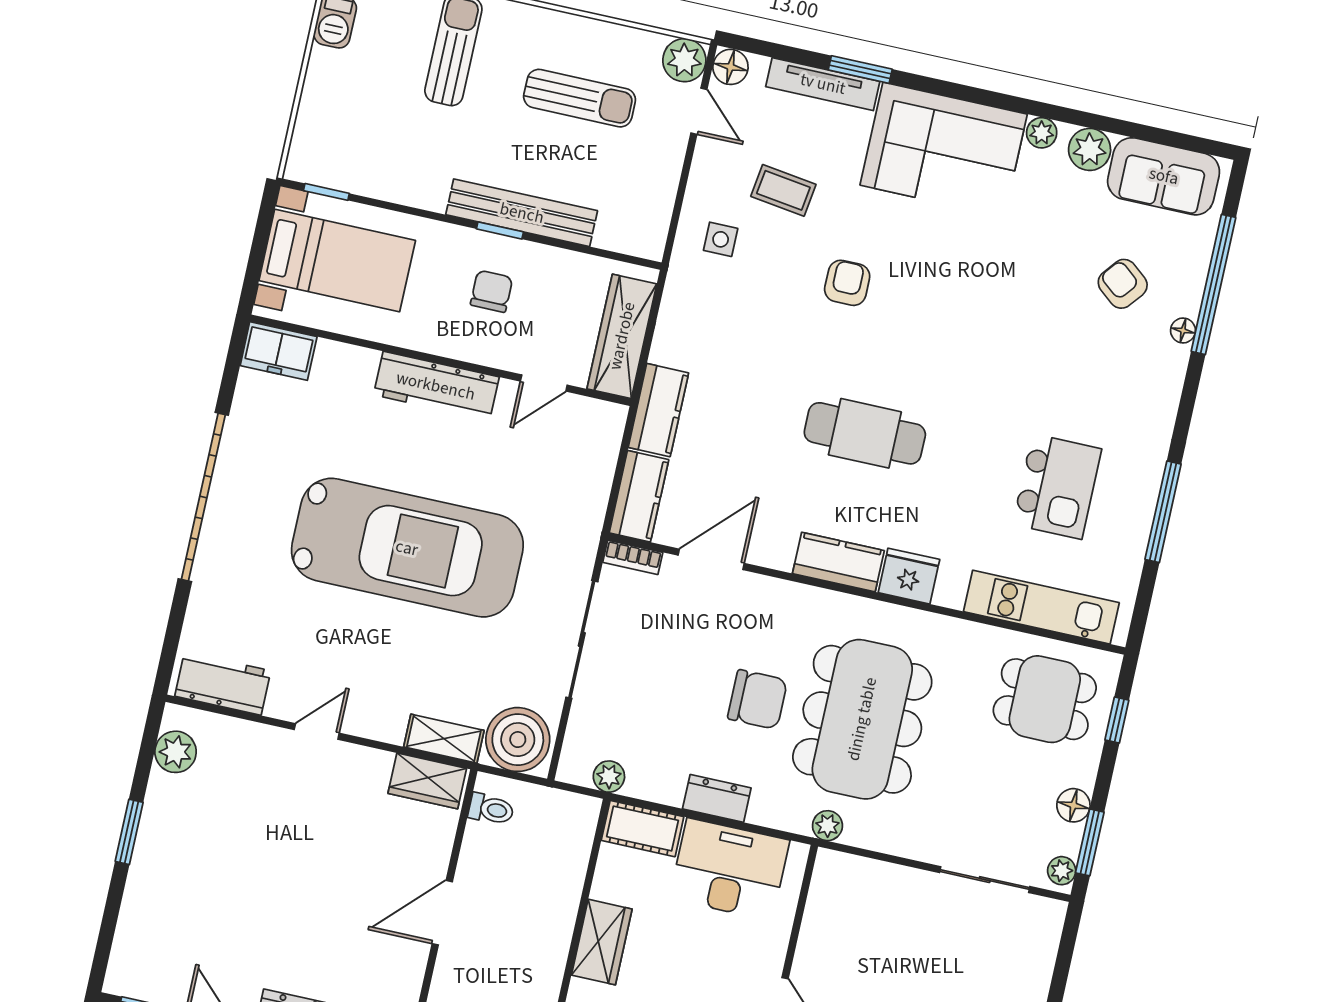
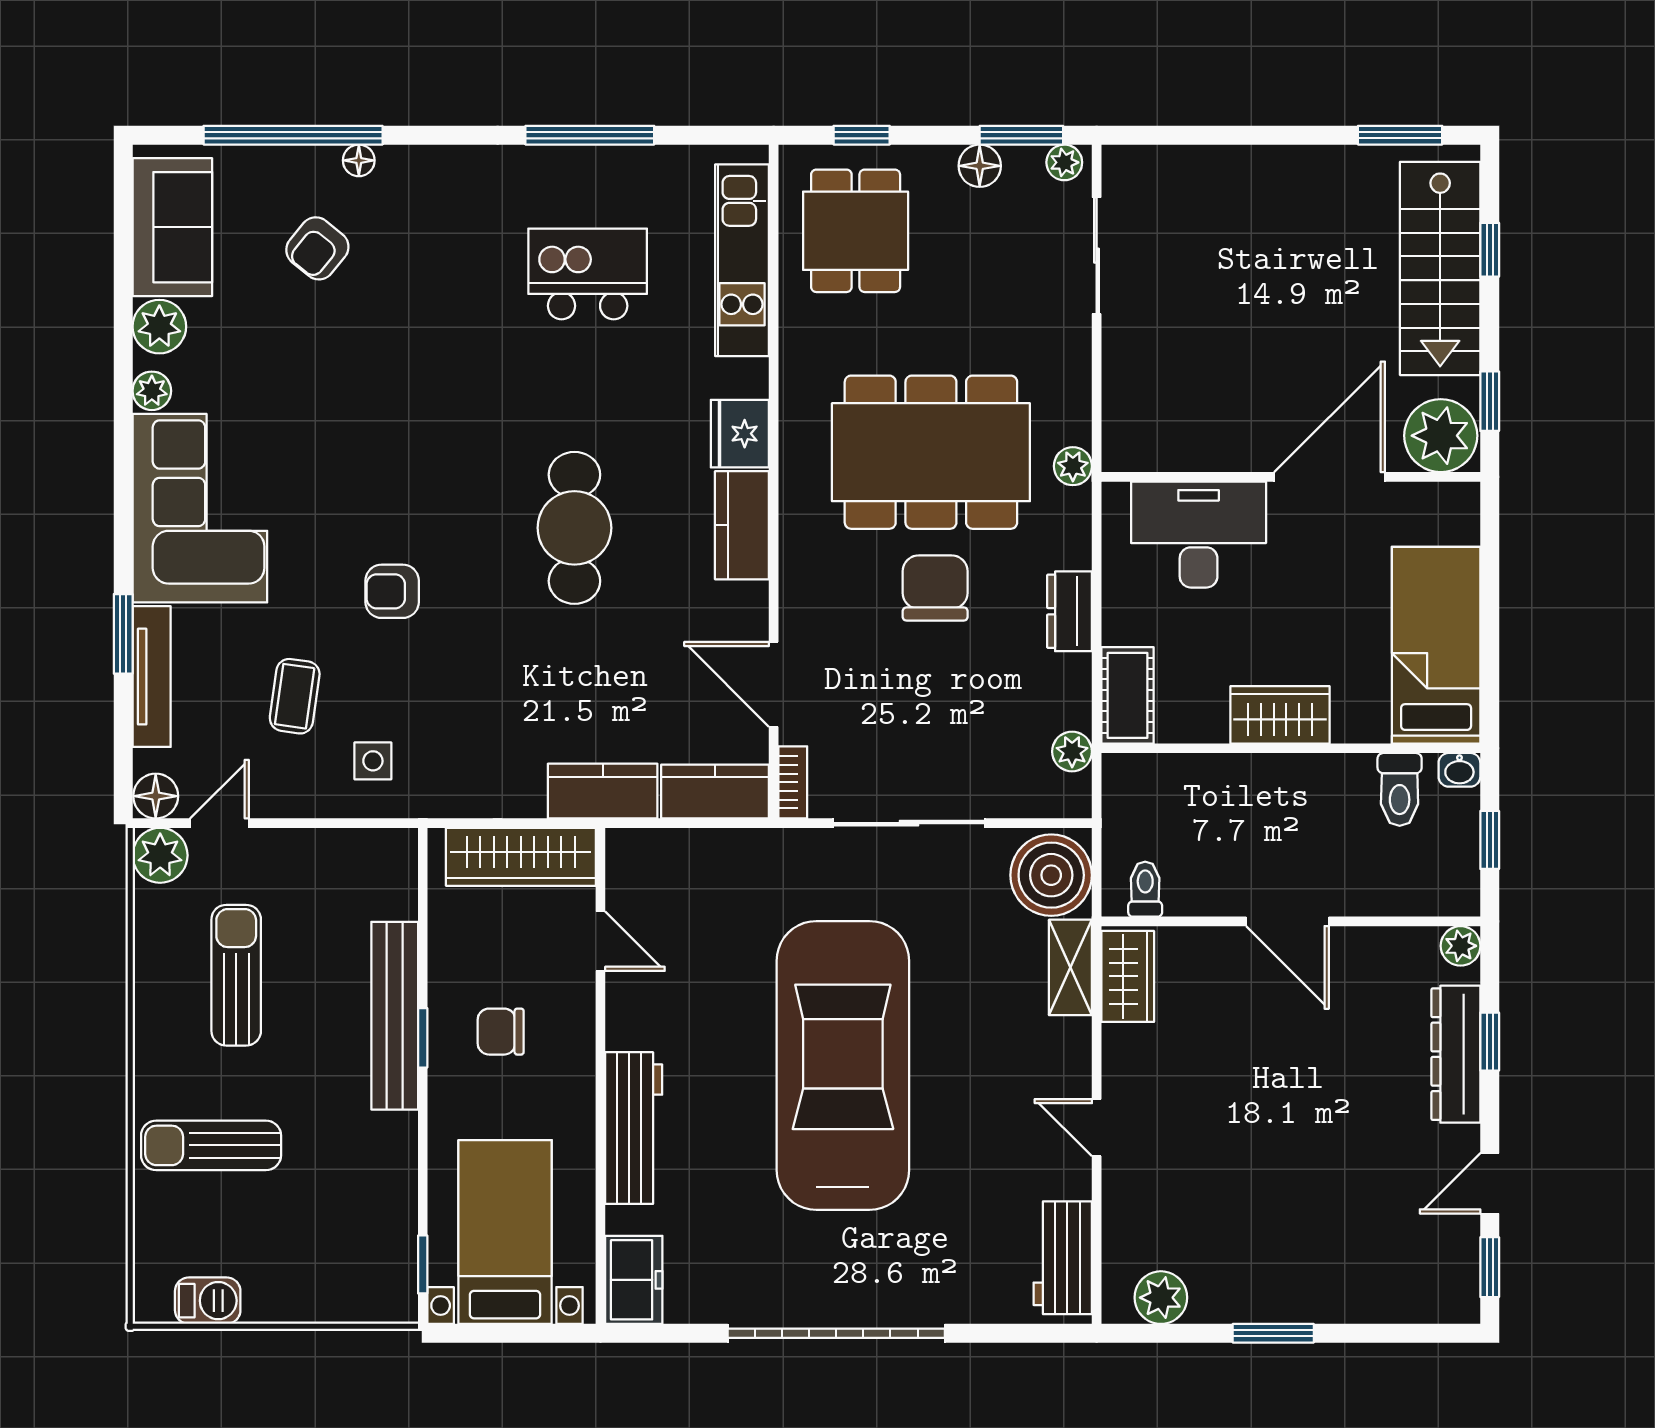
workbench: (436, 386) -> (634, 1128), moved
desk: (729, 869) -> (1199, 535), moved, turned 90

